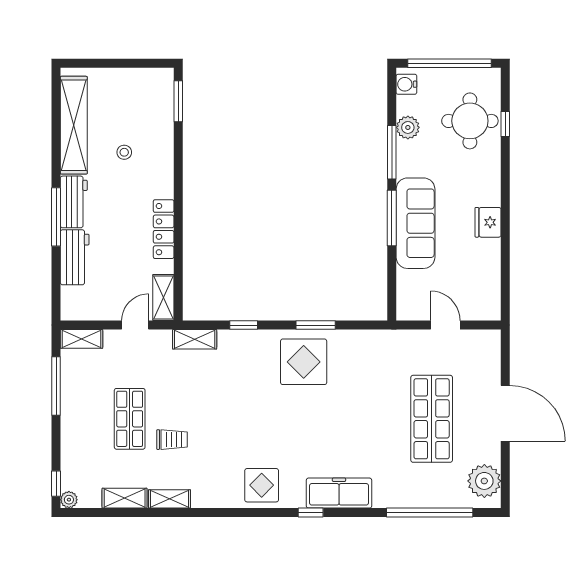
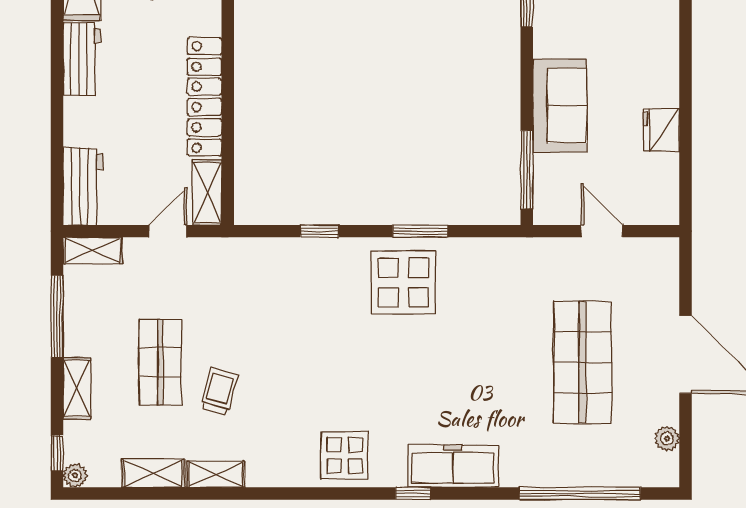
window: (56, 217) -> (57, 80), removed
window: (392, 218) -> (527, 170), moved
fridge: (488, 222) -> (661, 130), moved
sofa: (416, 223) -> (560, 105), width x0.73
locker: (164, 229) -> (205, 97), width x1.41, depth x1.21
workbench: (75, 257) -> (83, 186), moved
shelving: (195, 339) -> (77, 388), moved, turned 90
trolley: (172, 440) -> (219, 391), turned -75
plant: (484, 481) -> (667, 438), width x0.53, depth x0.53

